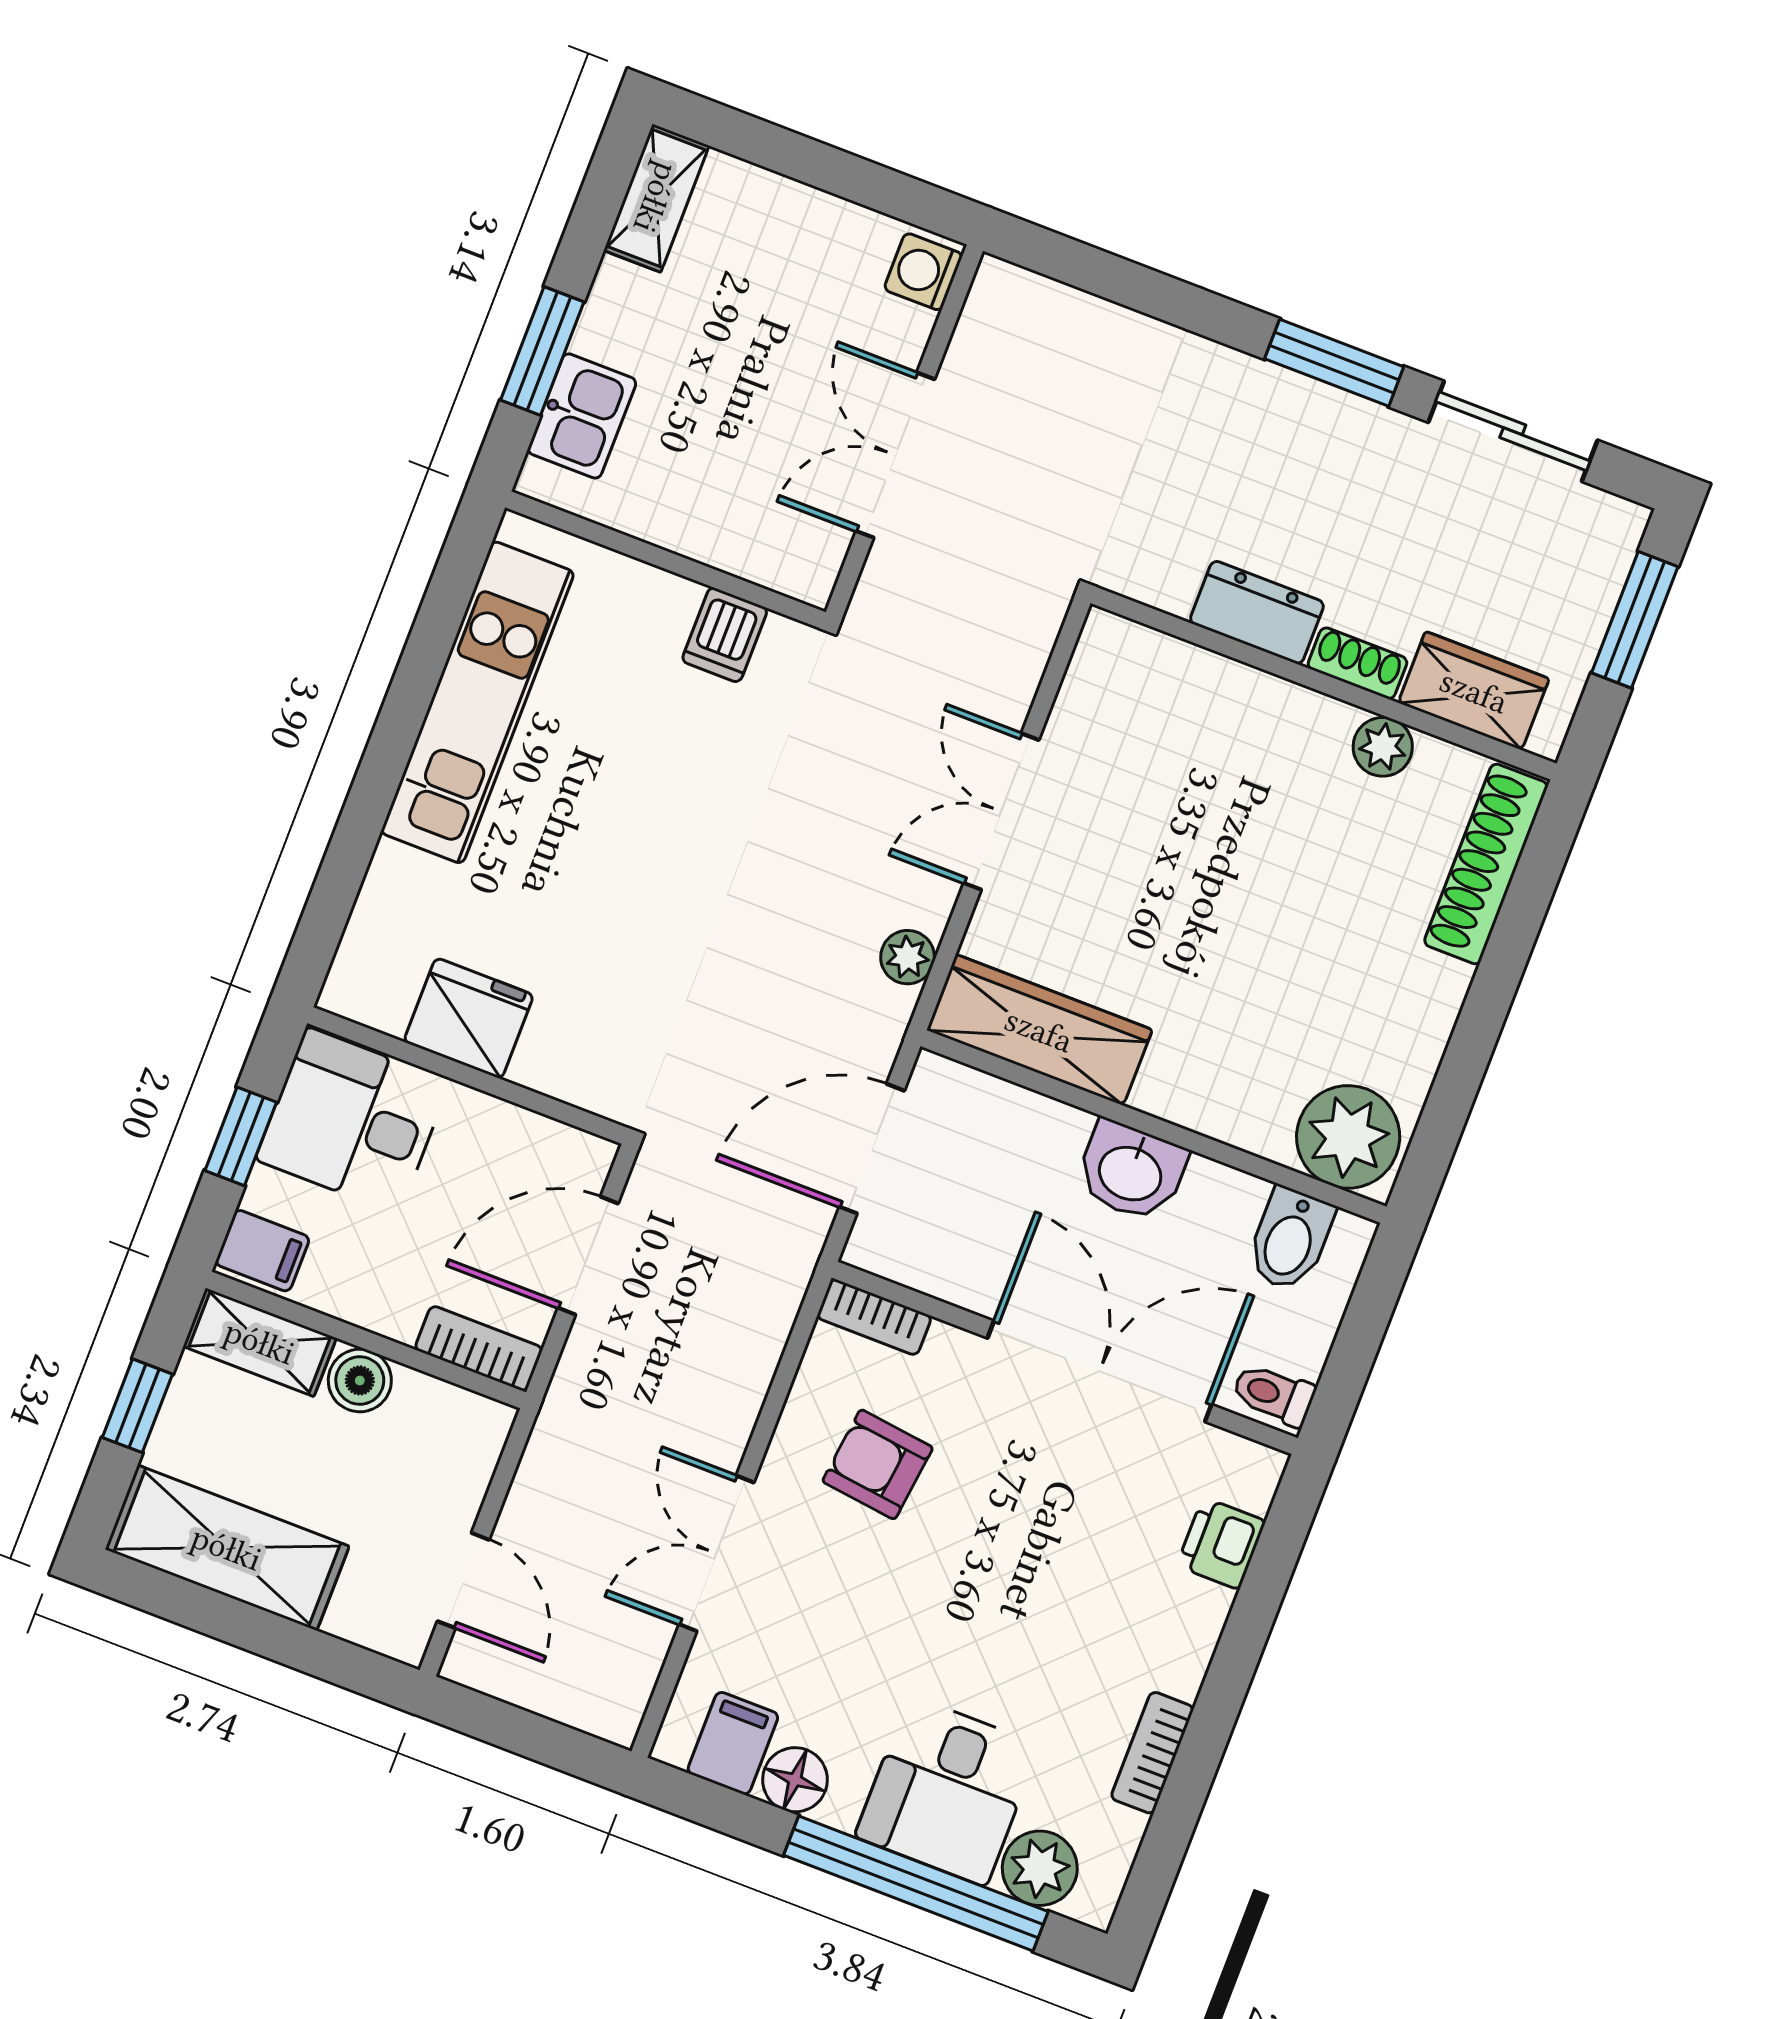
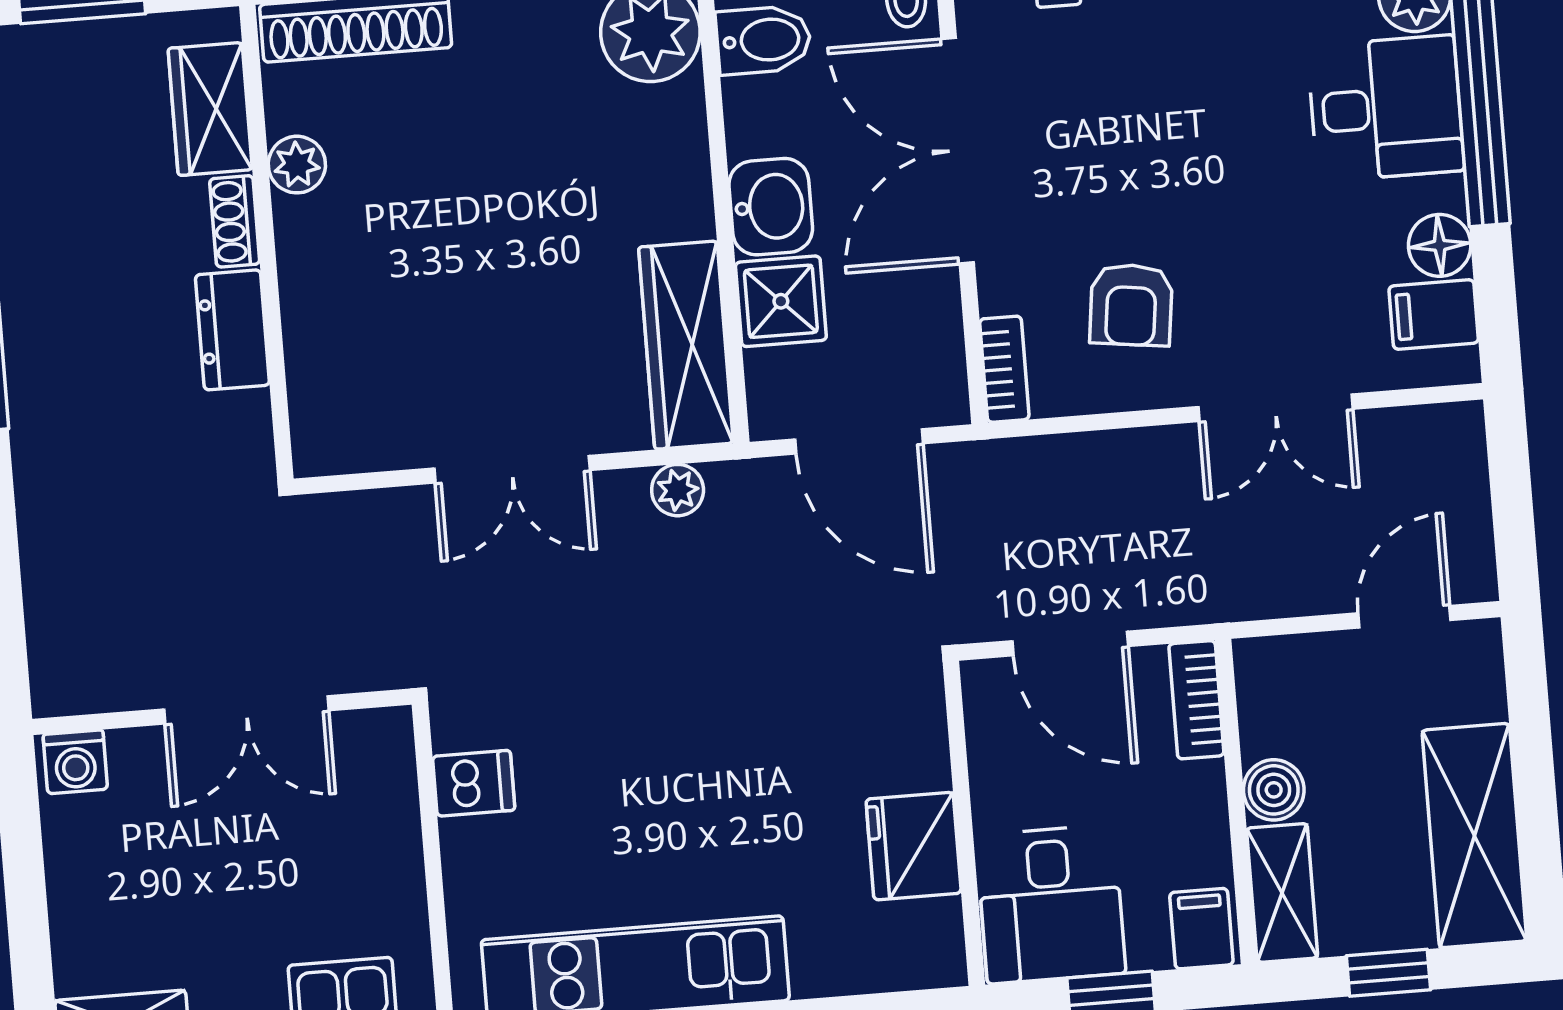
shower: (1038, 1138) -> (781, 301), added

